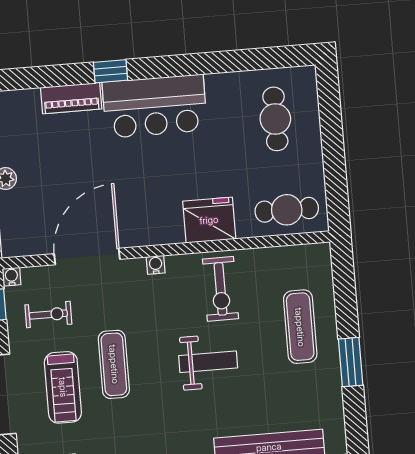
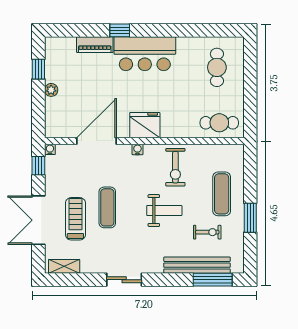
fridge: (209, 220) -> (145, 125), moved
exercise bike: (48, 314) -> (207, 232), moved
treadmill: (63, 387) -> (75, 219), turned 180

